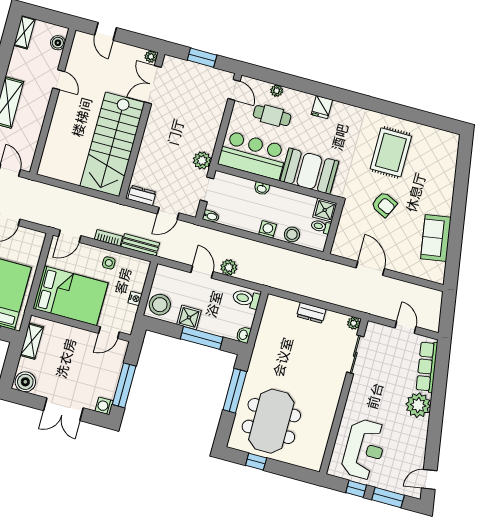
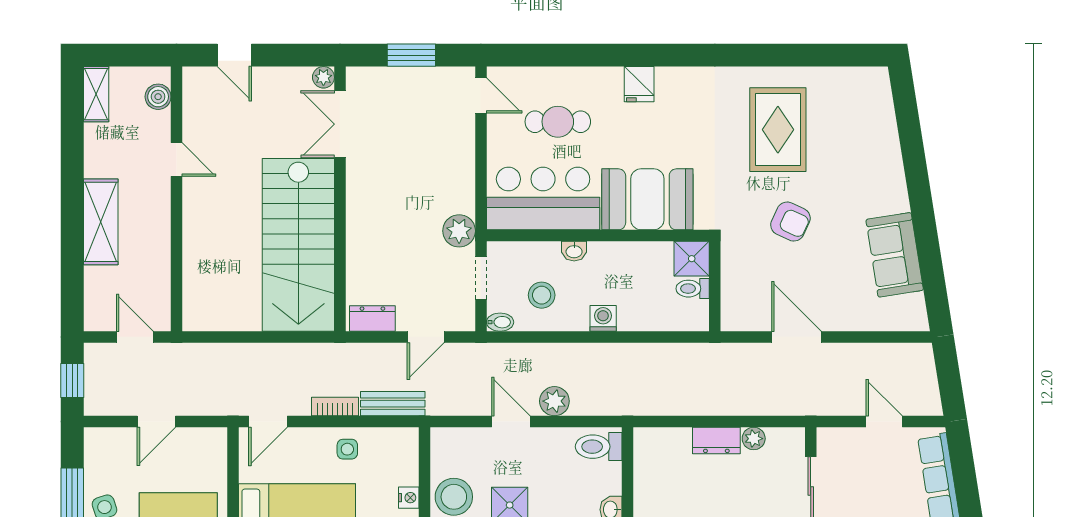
plant: (277, 91) -> (554, 77), removed
stool: (292, 234) -> (542, 295), moved
plant: (354, 323) -> (754, 439), moved

